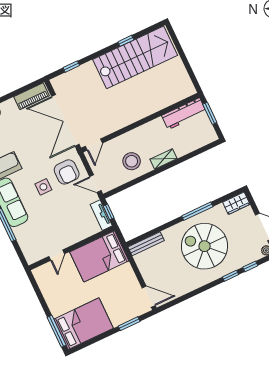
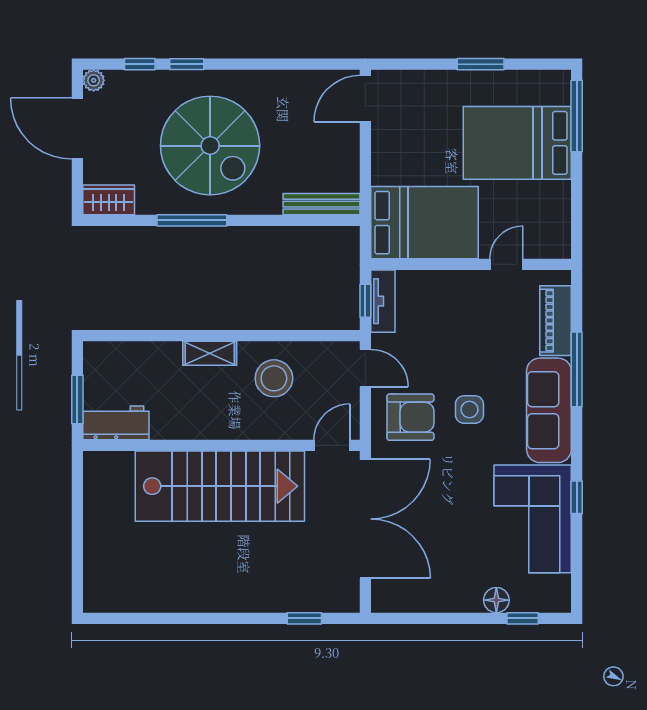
window: (126, 41) -> (174, 618), removed
stairs: (135, 57) -> (220, 486), moved, turned 180
piano: (31, 96) -> (556, 321), moved, turned -90
workbench: (184, 114) -> (116, 423), width x0.73
armchair: (67, 172) -> (410, 417), turned 90
door: (149, 297) -> (365, 99), hinge flipped
bed: (84, 324) -> (517, 143), moved
window: (129, 324) -> (481, 64), moved

